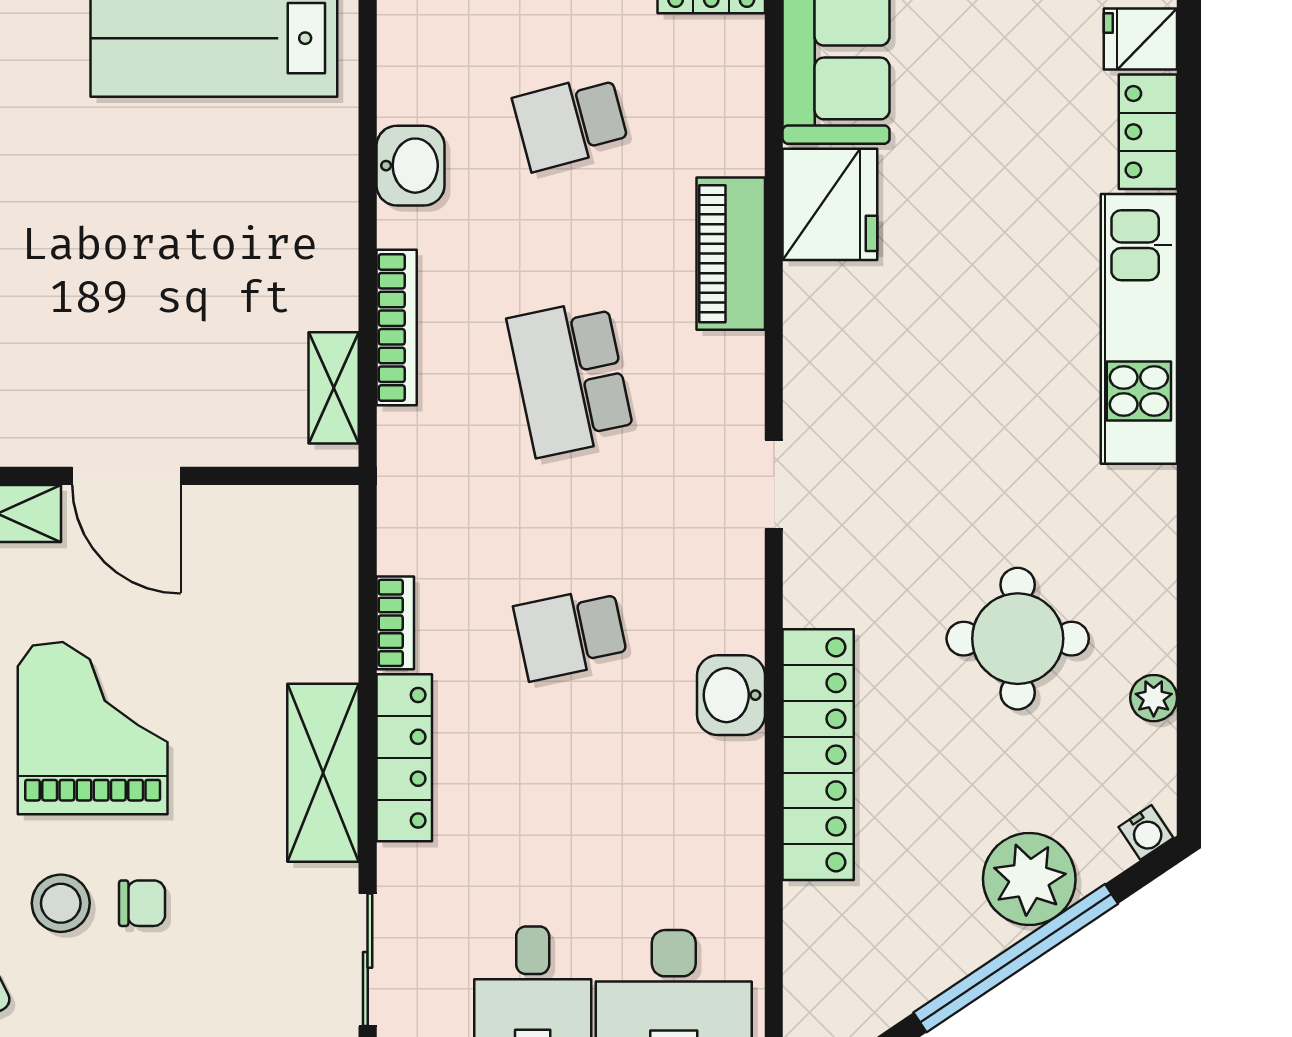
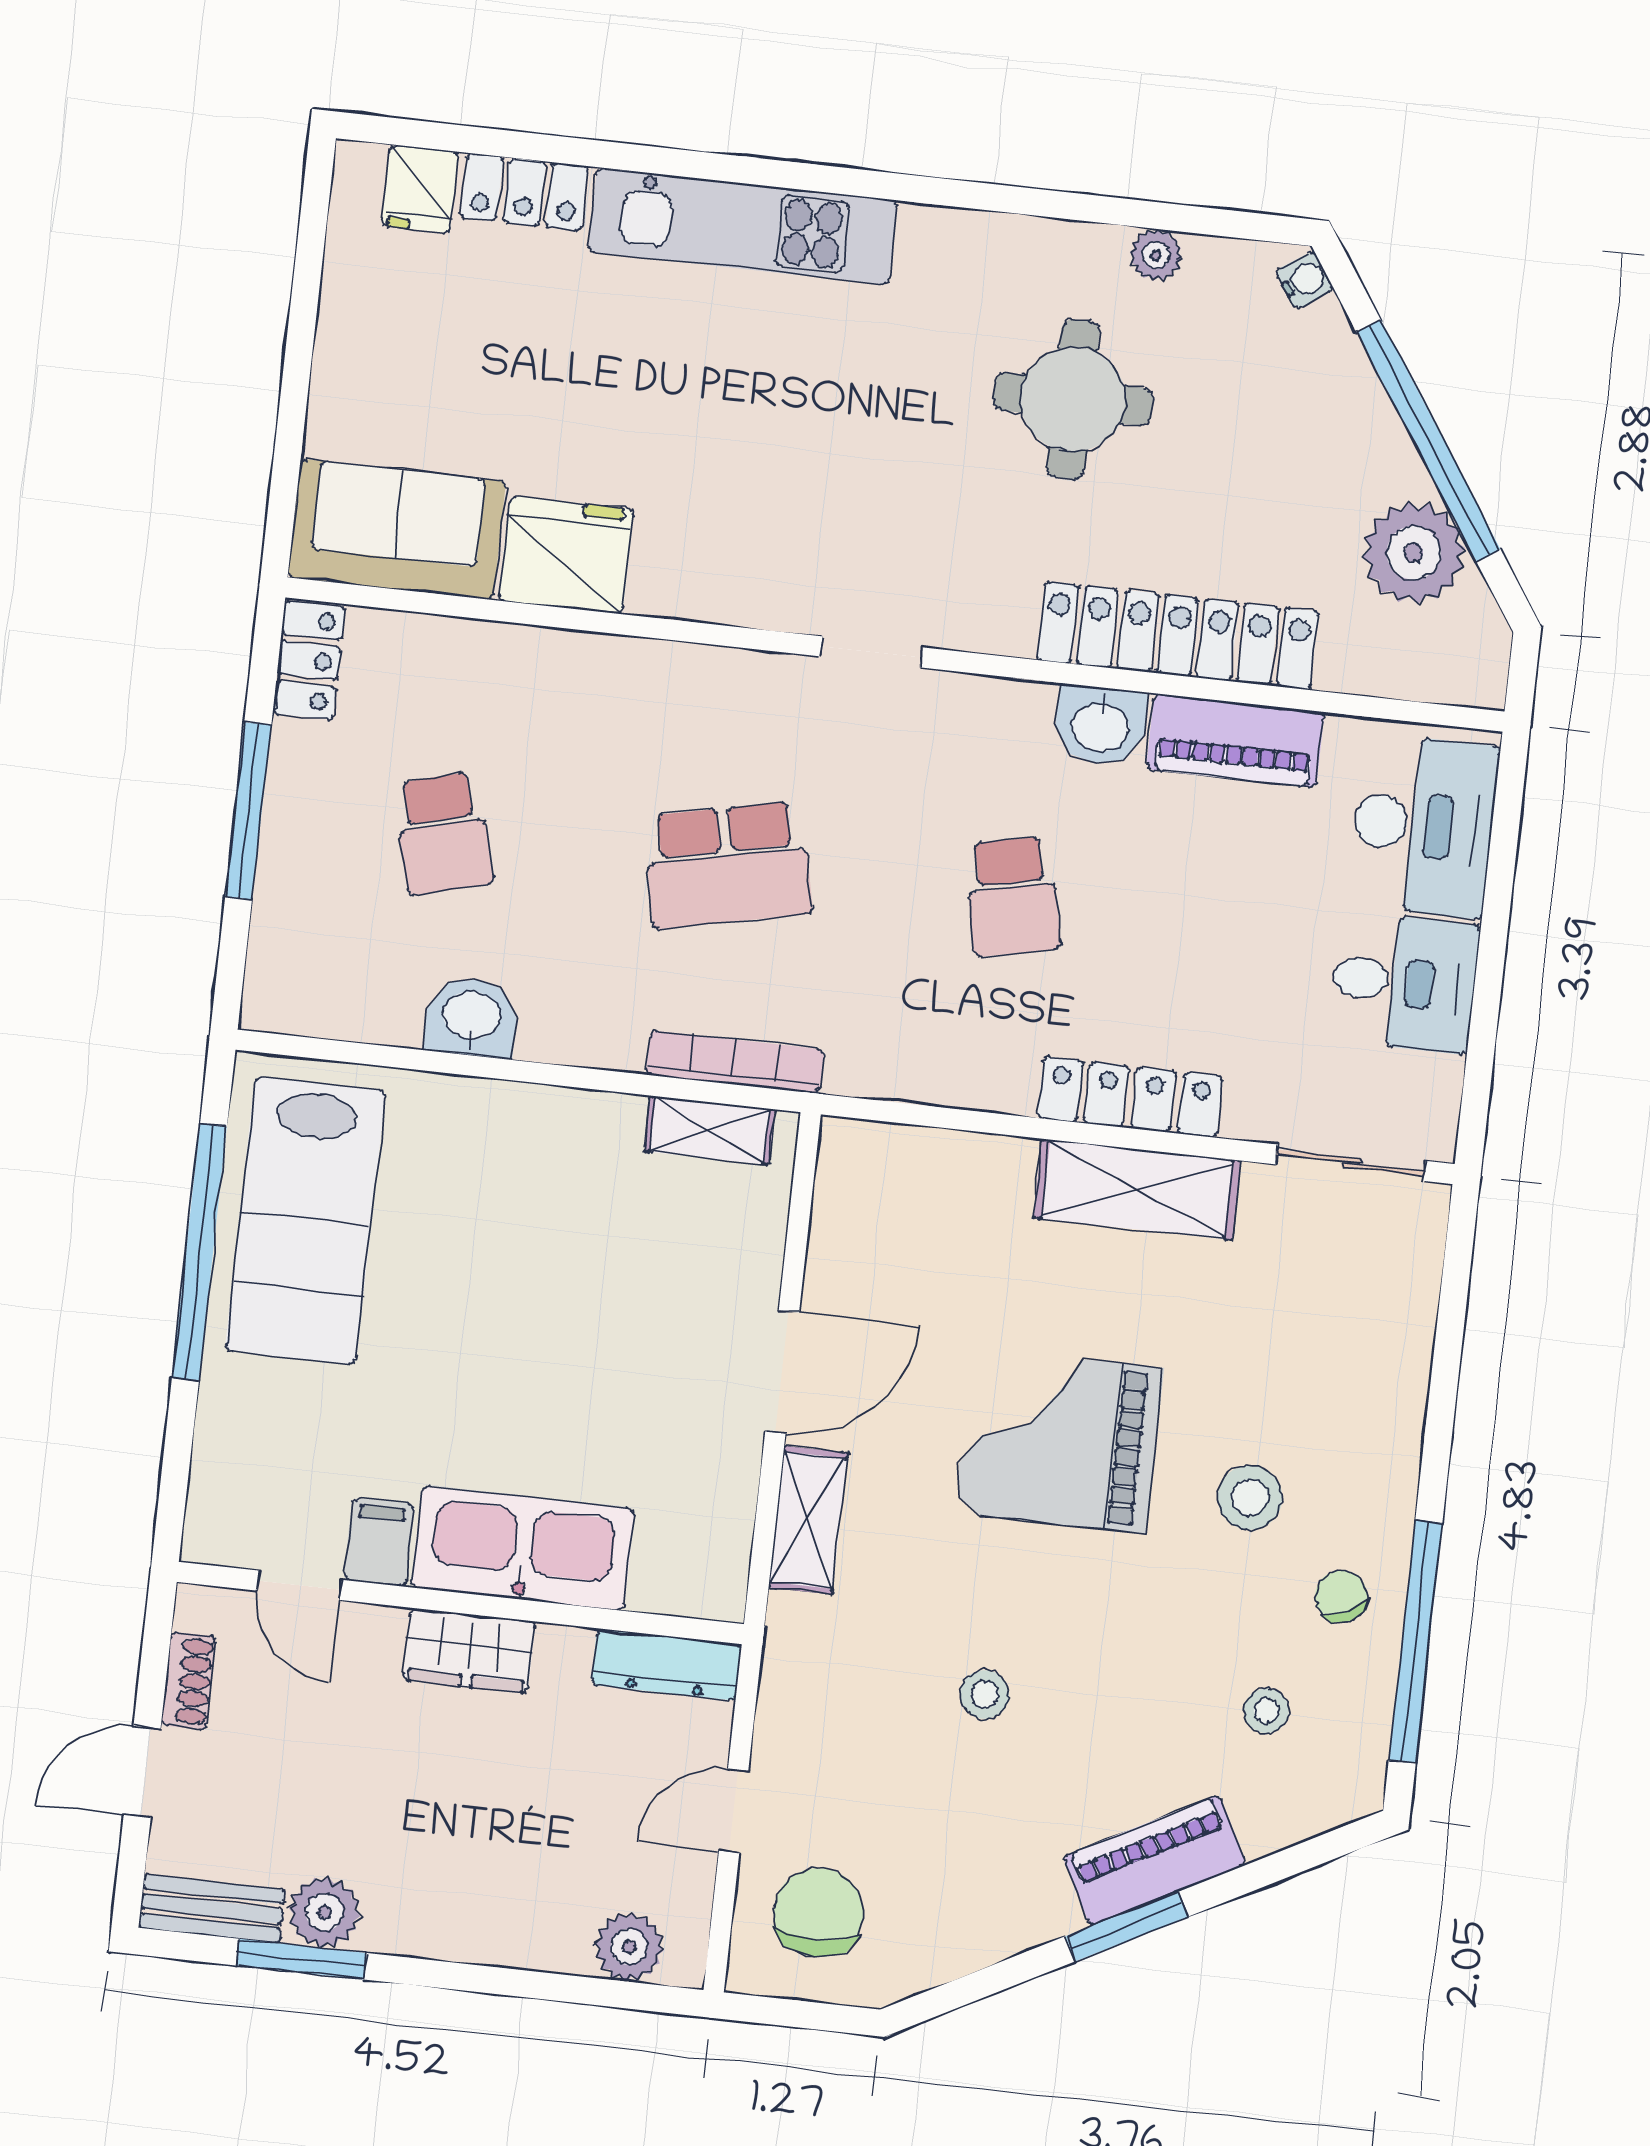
piano: (731, 254) -> (1235, 741), moved
bookcase: (397, 327) -> (735, 1062), moved
bookcase: (395, 623) -> (979, 1091), removed
plant: (1029, 879) -> (1414, 553), moved
chair: (142, 903) -> (1260, 1407), removed

